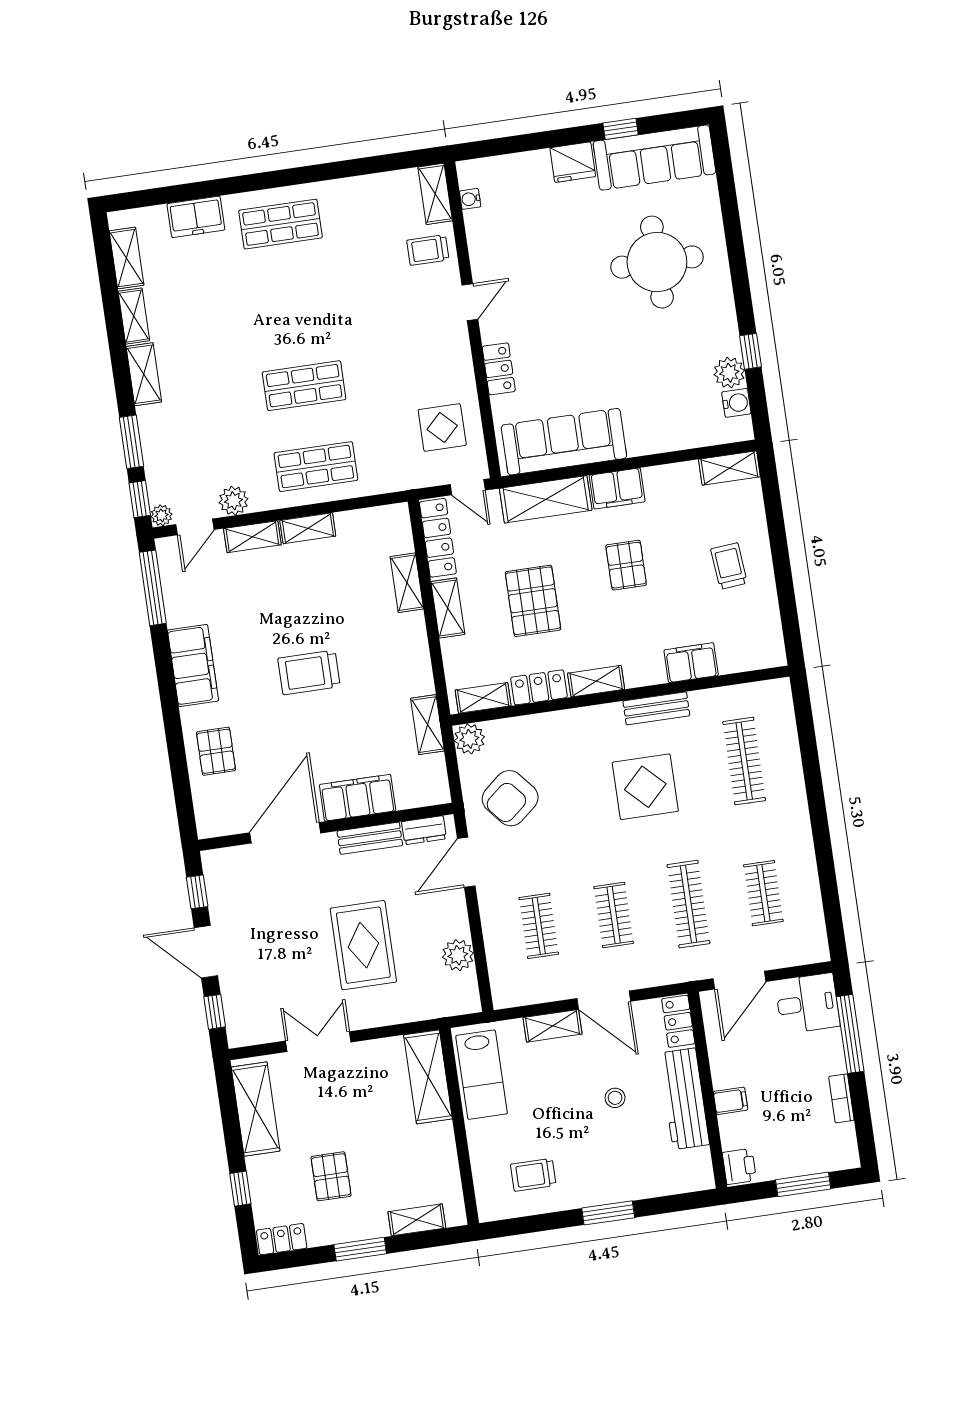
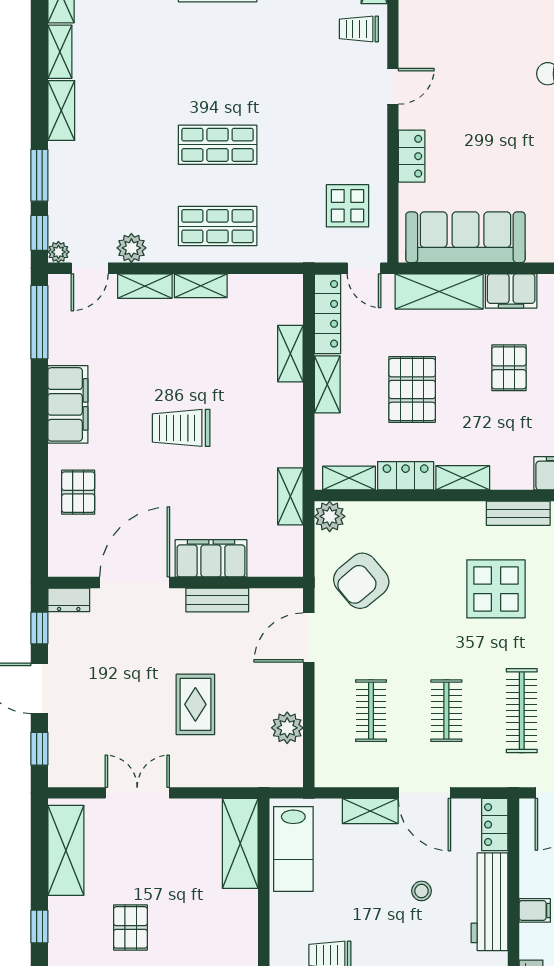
dresser: (424, 830) -> (69, 600), moved
rug: (363, 945) -> (195, 704), width x0.73, depth x0.70

